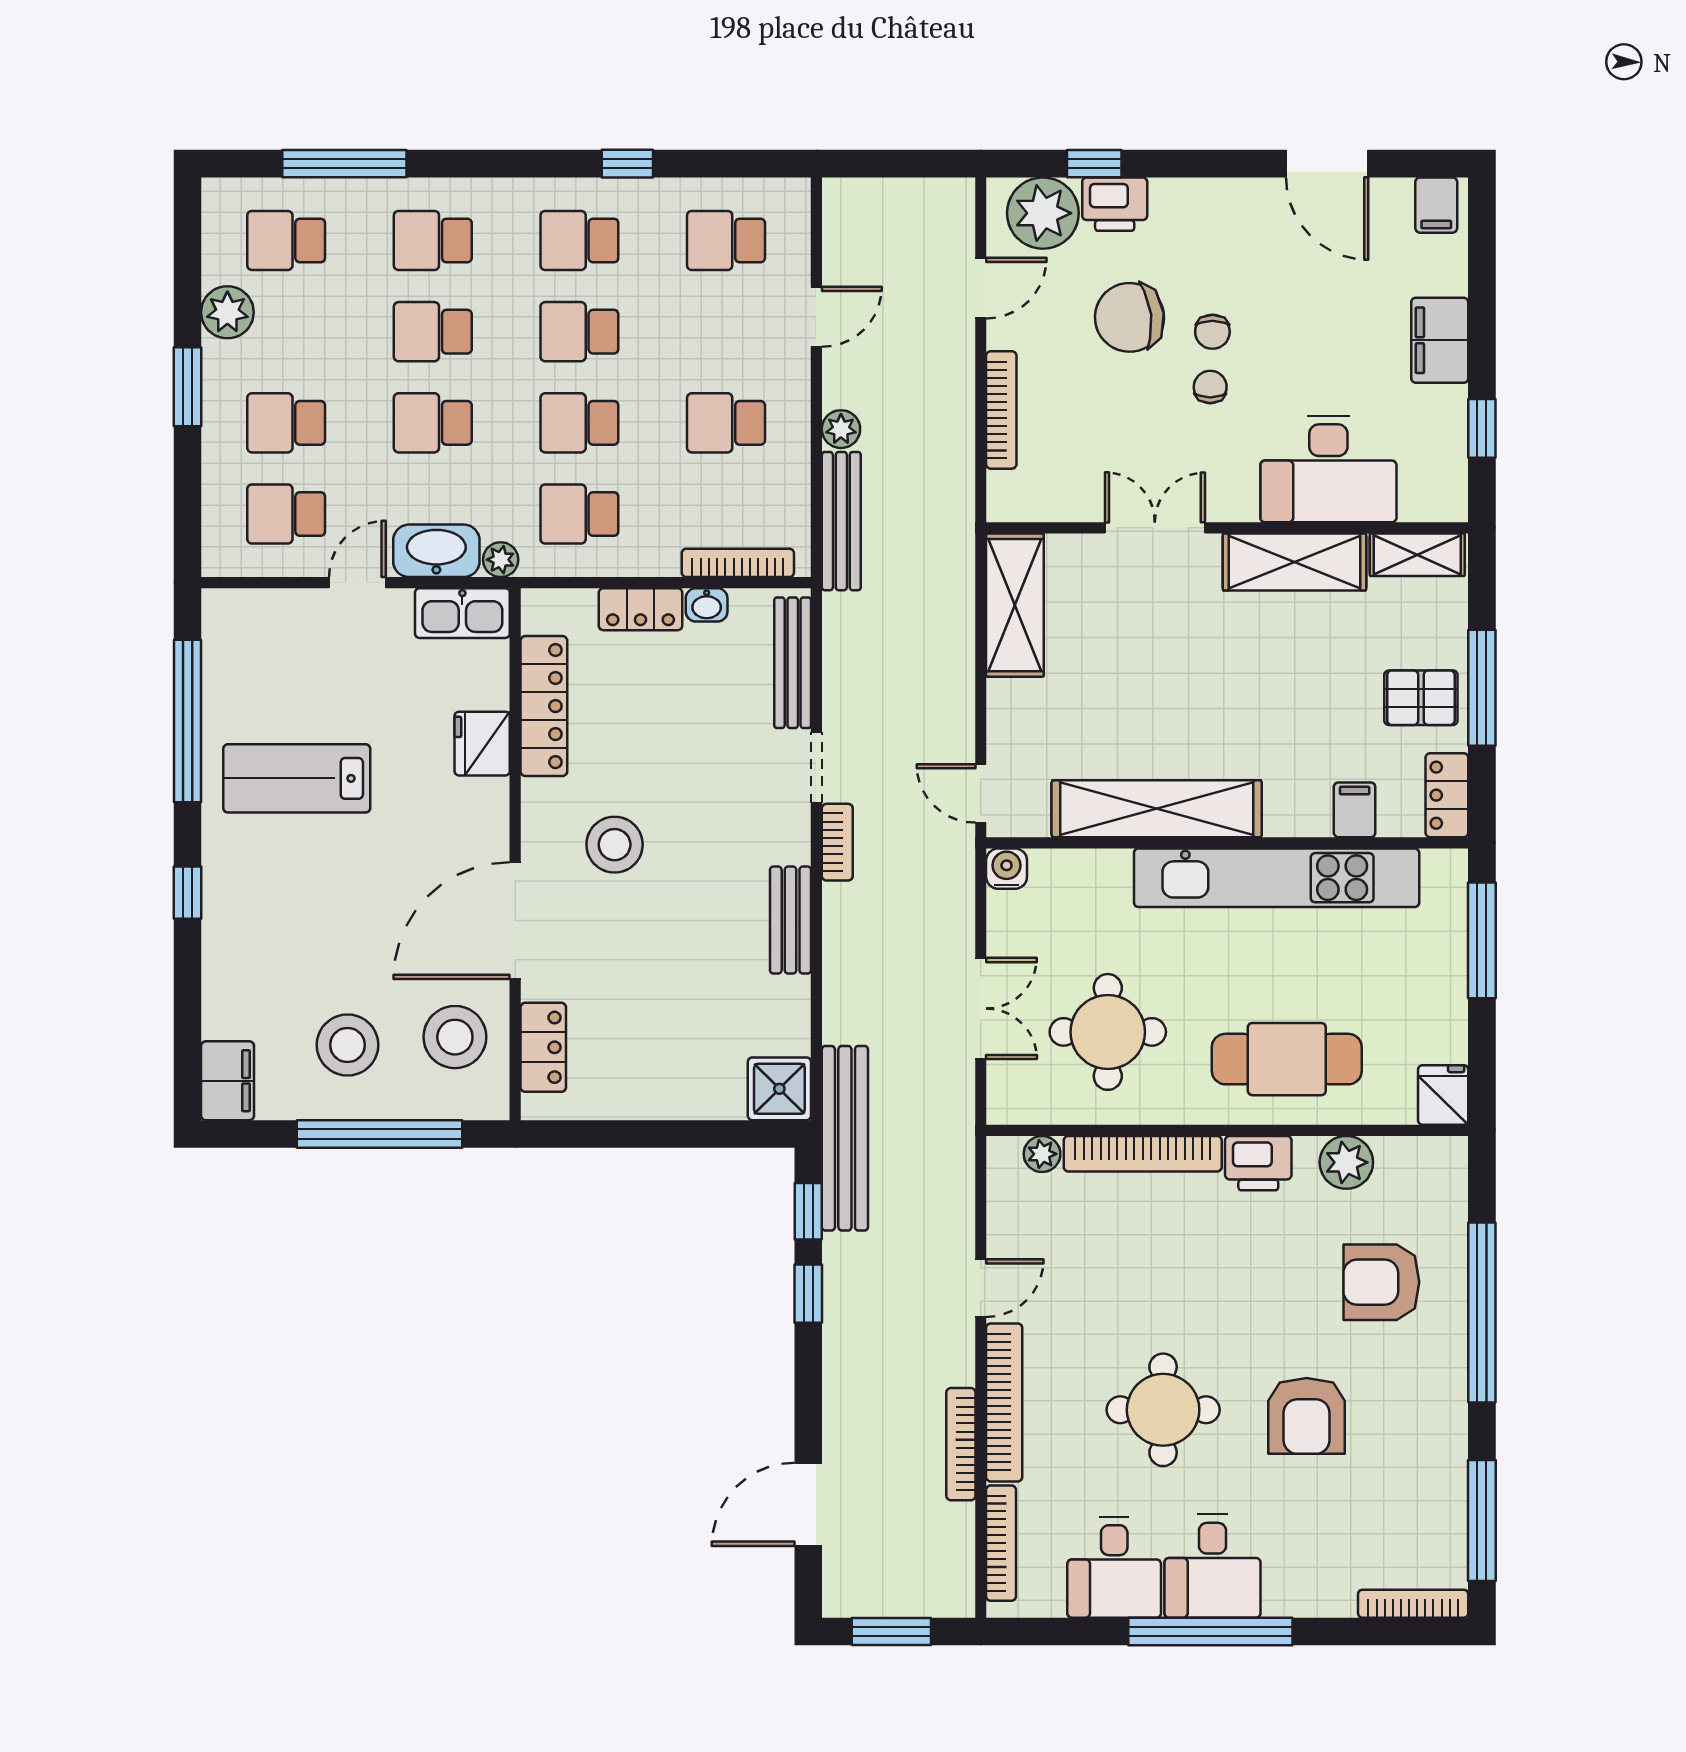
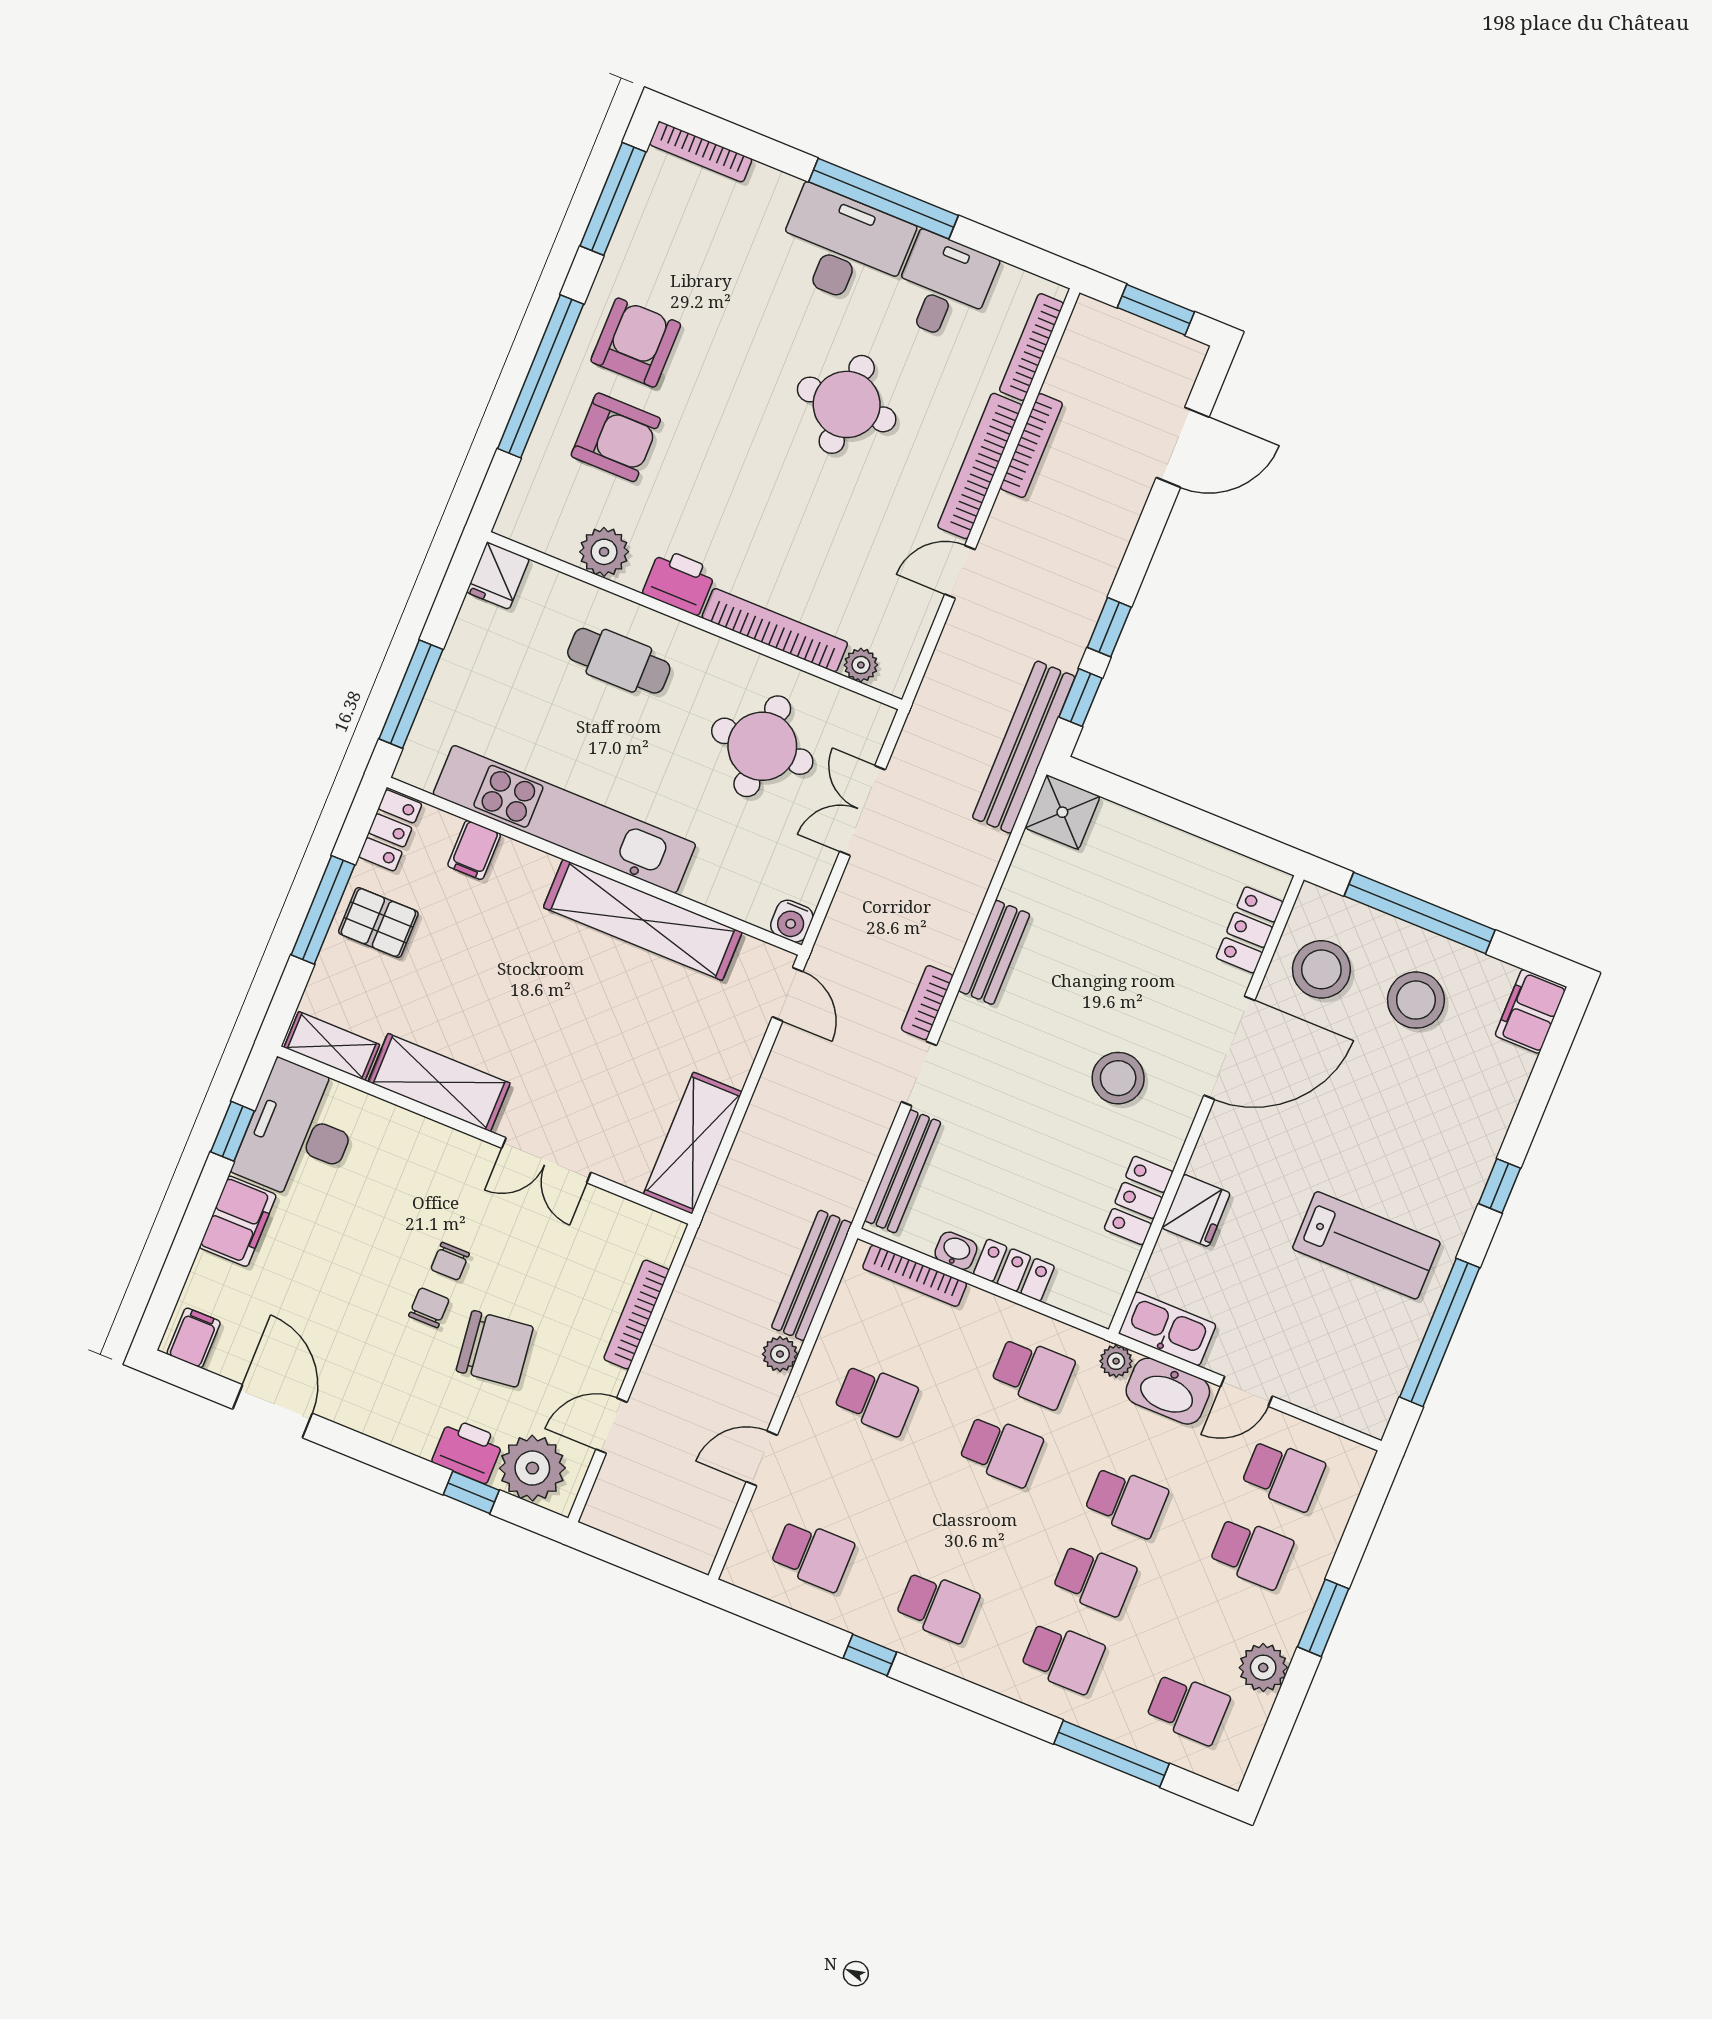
school desk: (579, 332) -> (969, 1528), removed
desk: (1328, 469) -> (299, 1132), moved, turned -90
locker: (544, 706) -> (1139, 1200), width x0.66
cafe table: (1287, 1059) -> (619, 661), width x0.73, depth x0.74
armchair: (1307, 1416) -> (636, 343), moved
desk: (1212, 1566) -> (844, 248), width x1.37

